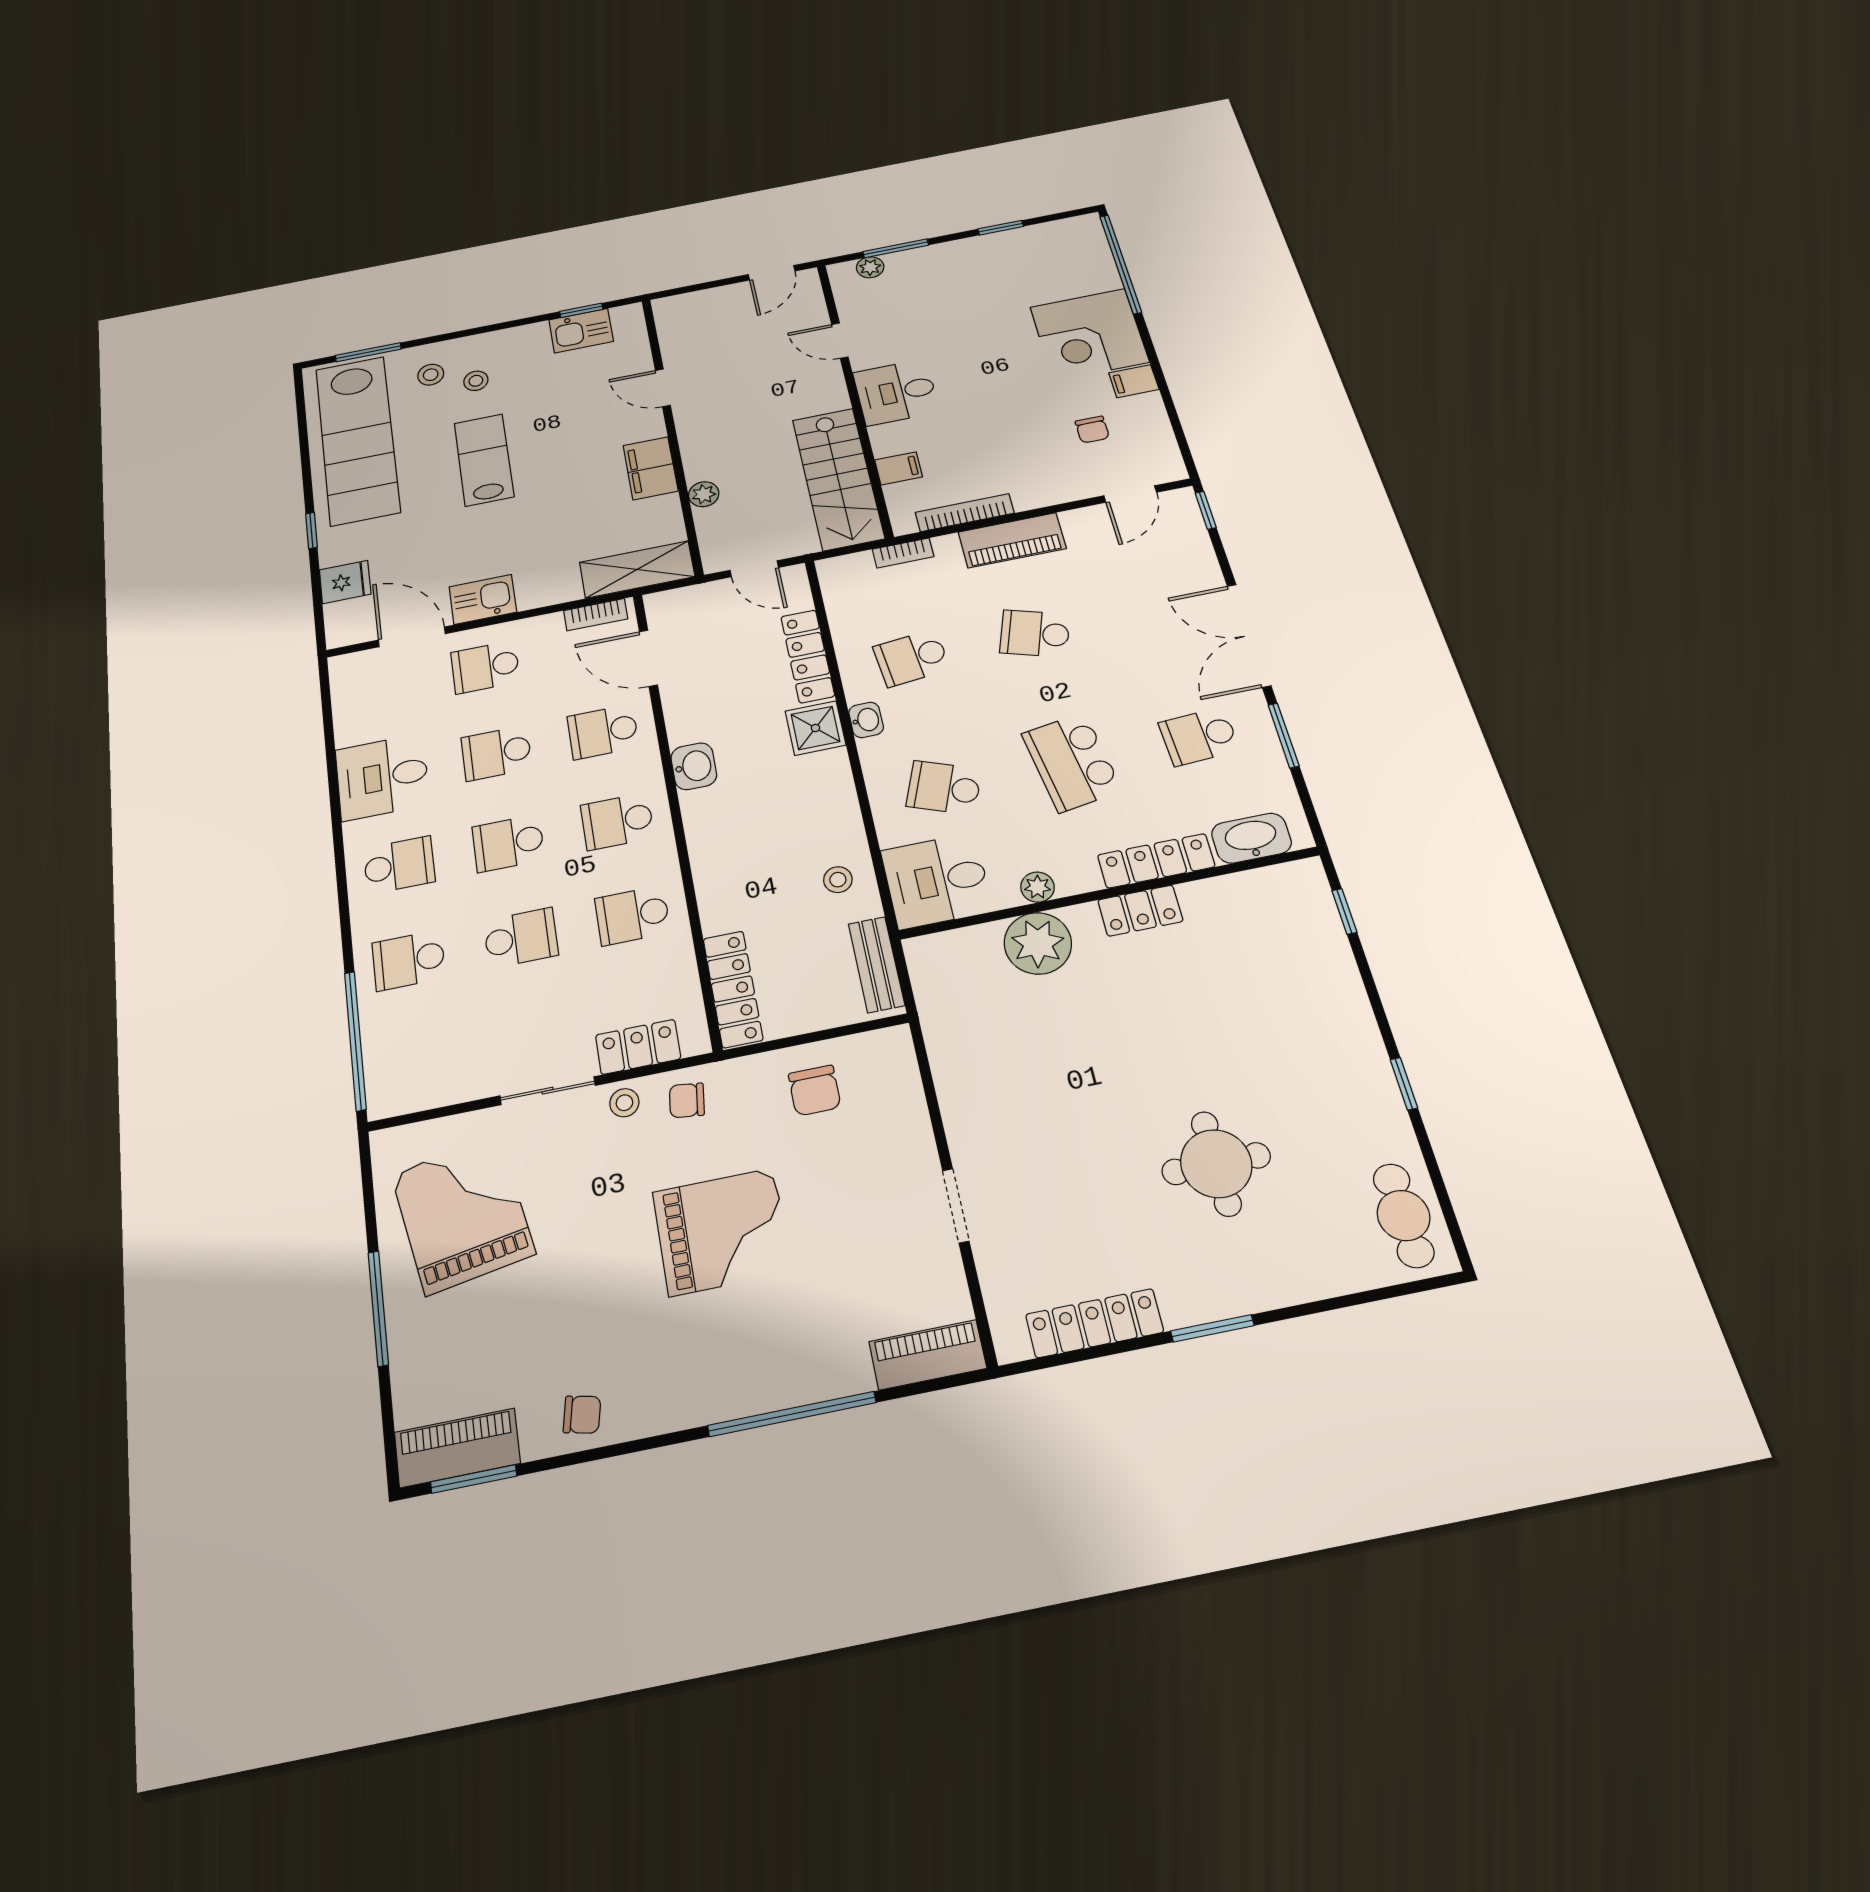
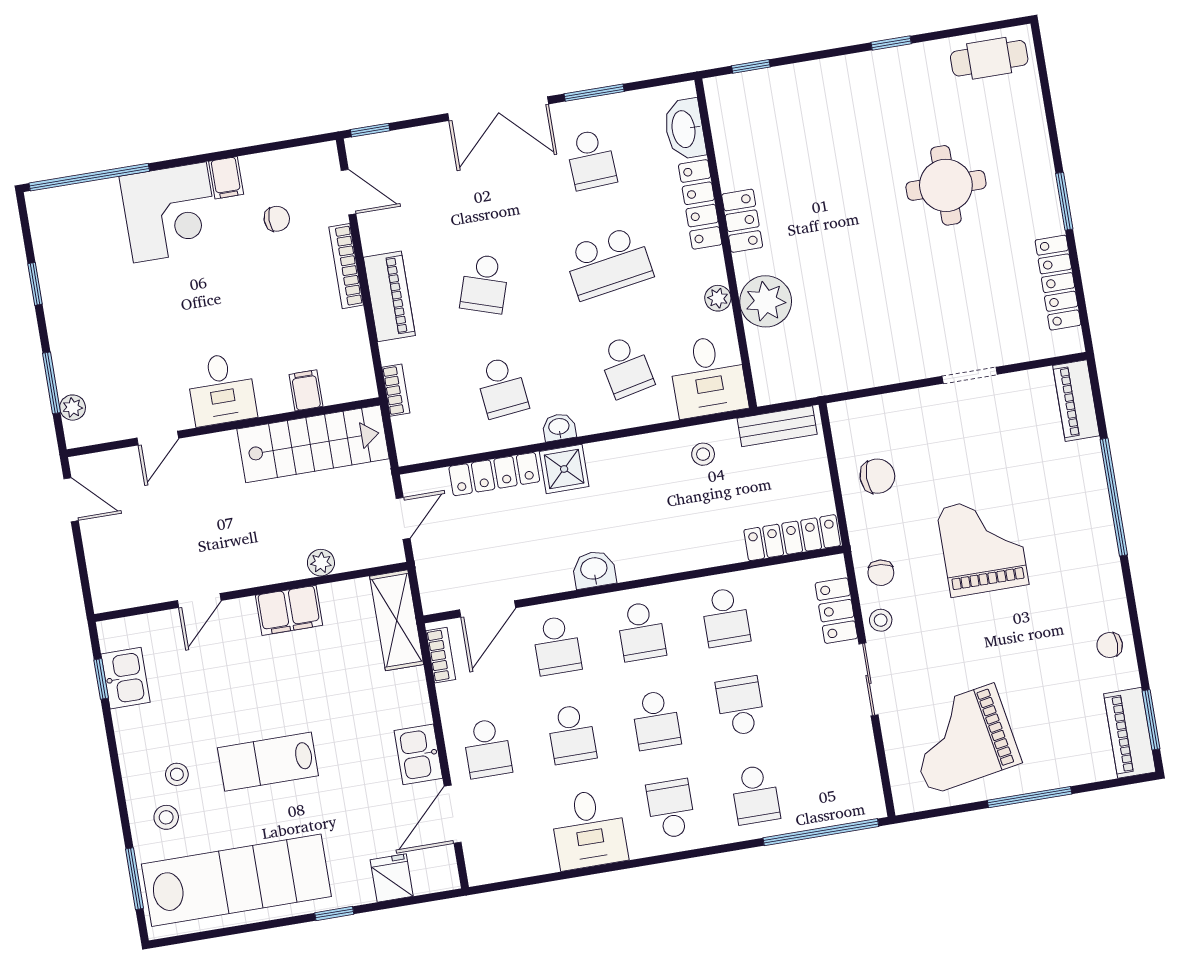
bookcase: (965, 513) -> (346, 266), moved
school desk: (944, 788) -> (626, 367), turned -33
chair: (582, 1415) -> (1110, 645), turned -102

